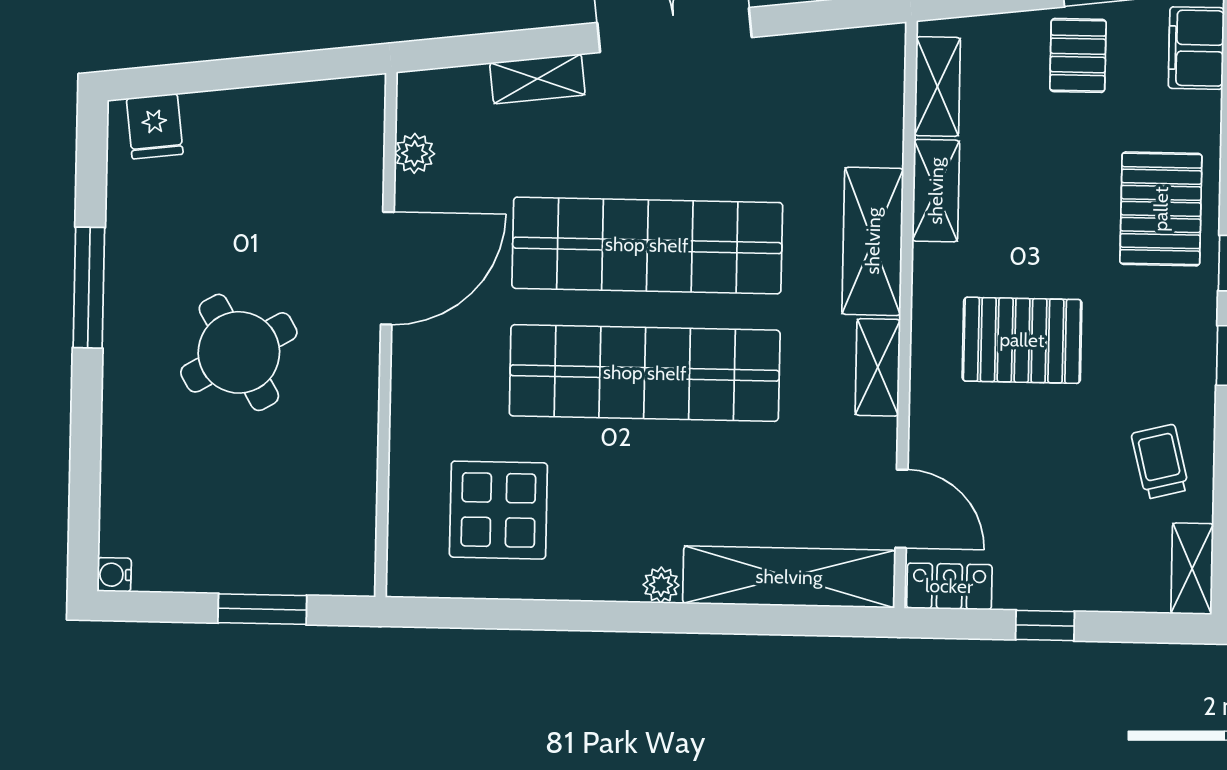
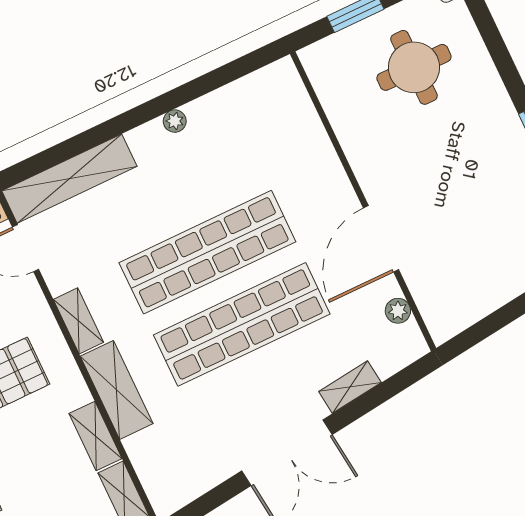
round table: (239, 352) -> (414, 67), moved, turned 30
display table: (498, 510) -> (251, 134), removed
plant: (661, 585) -> (175, 121), moved

